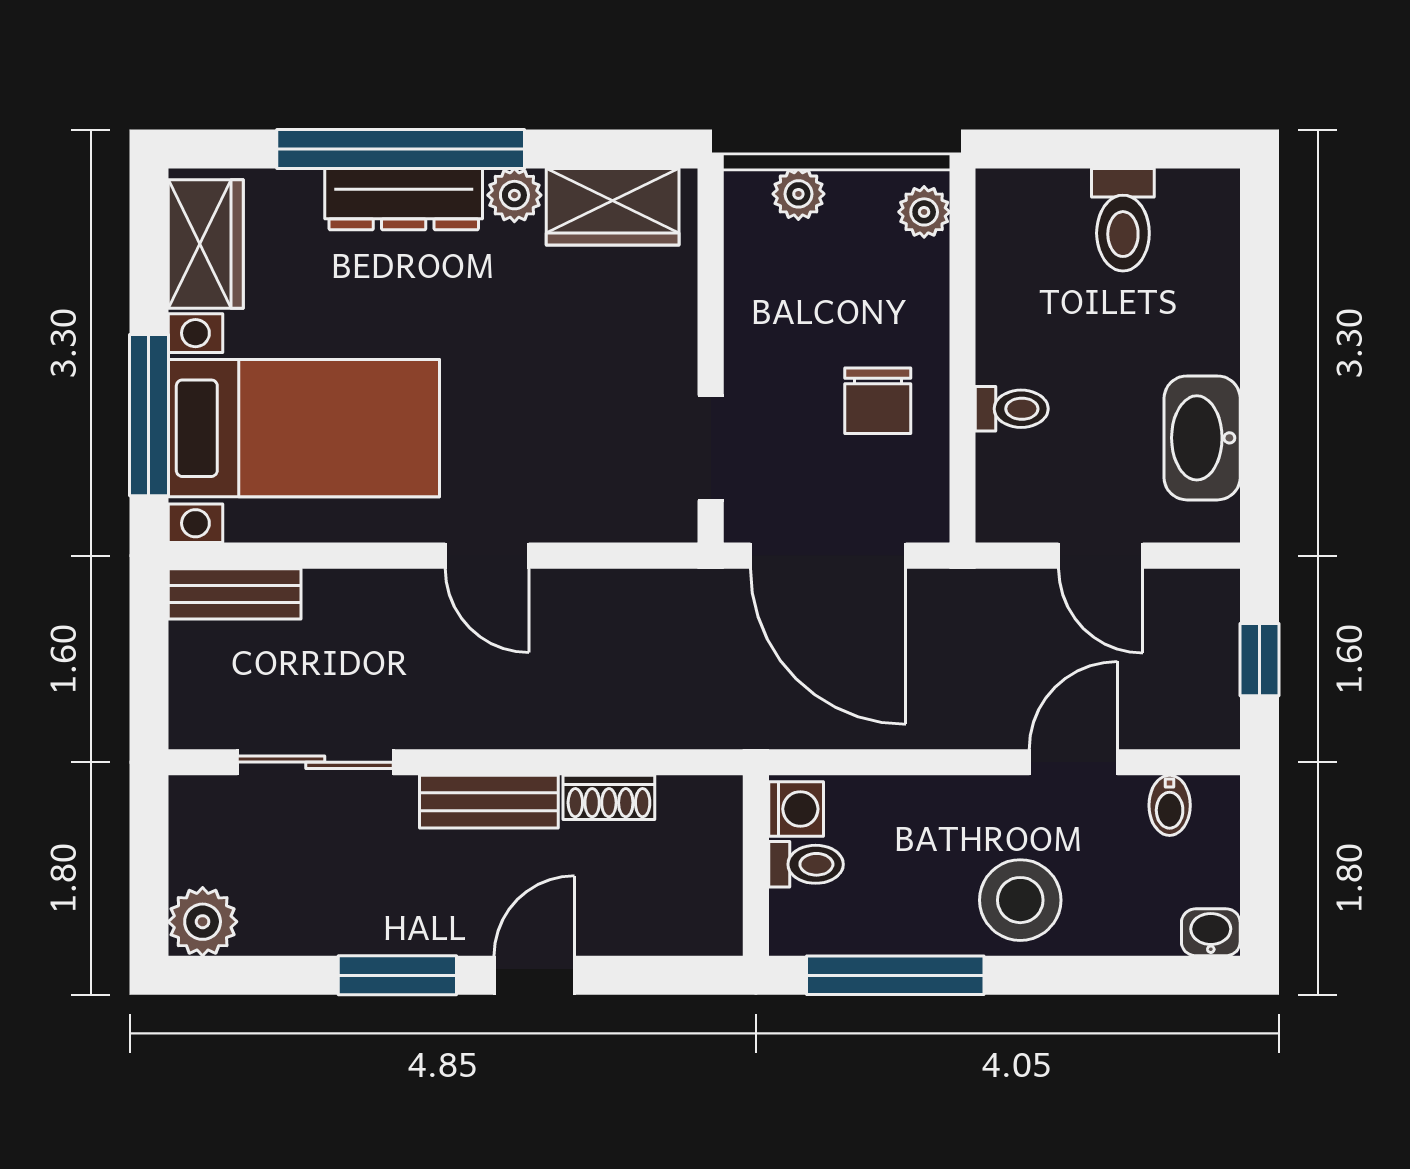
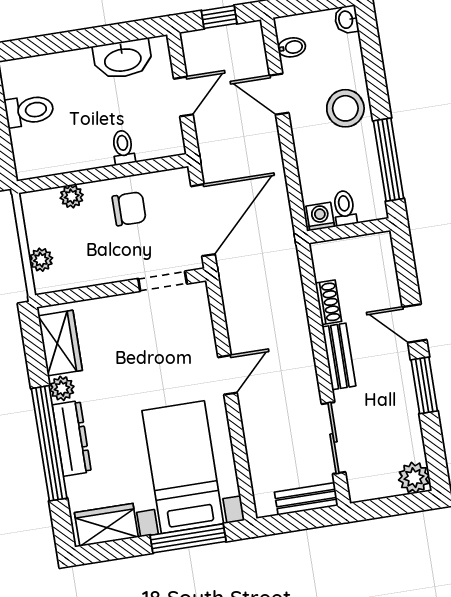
plant: (924, 212) -> (72, 196), moved
bench: (235, 594) -> (306, 499), moved, turned 90

